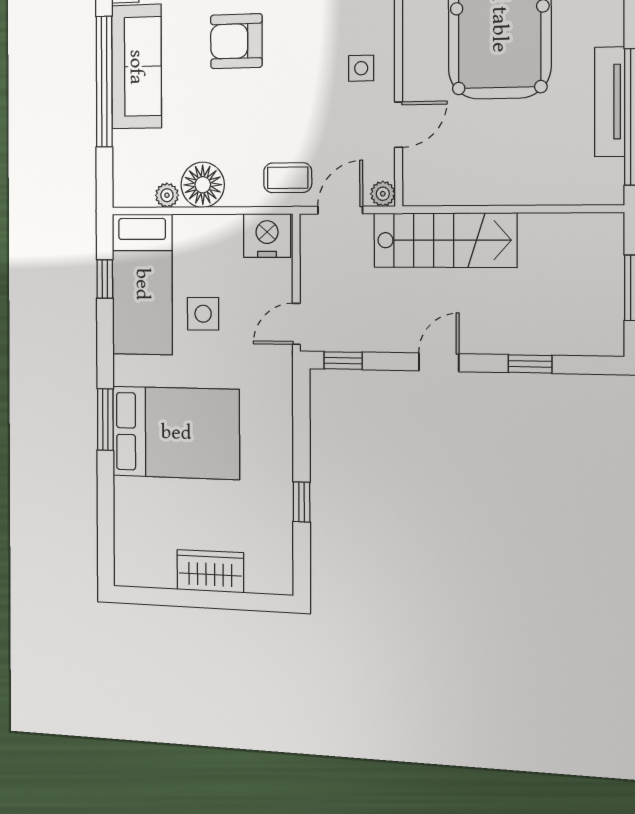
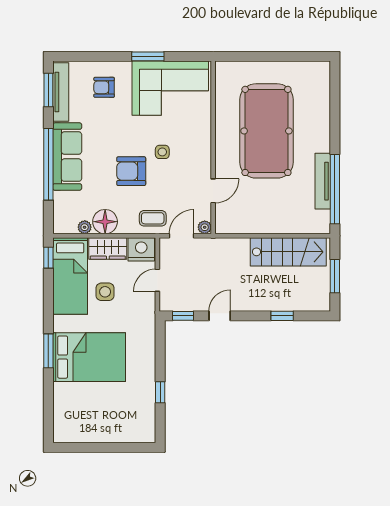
armchair: (236, 41) -> (131, 171), moved
side table: (361, 68) -> (162, 152), moved
stairs: (445, 240) -> (288, 252), moved
window: (105, 279) -> (48, 258), moved
door: (296, 324) -> (157, 280), moved
door: (439, 362) -> (220, 316), moved
wardrobe: (210, 571) -> (108, 249), moved, turned 180

